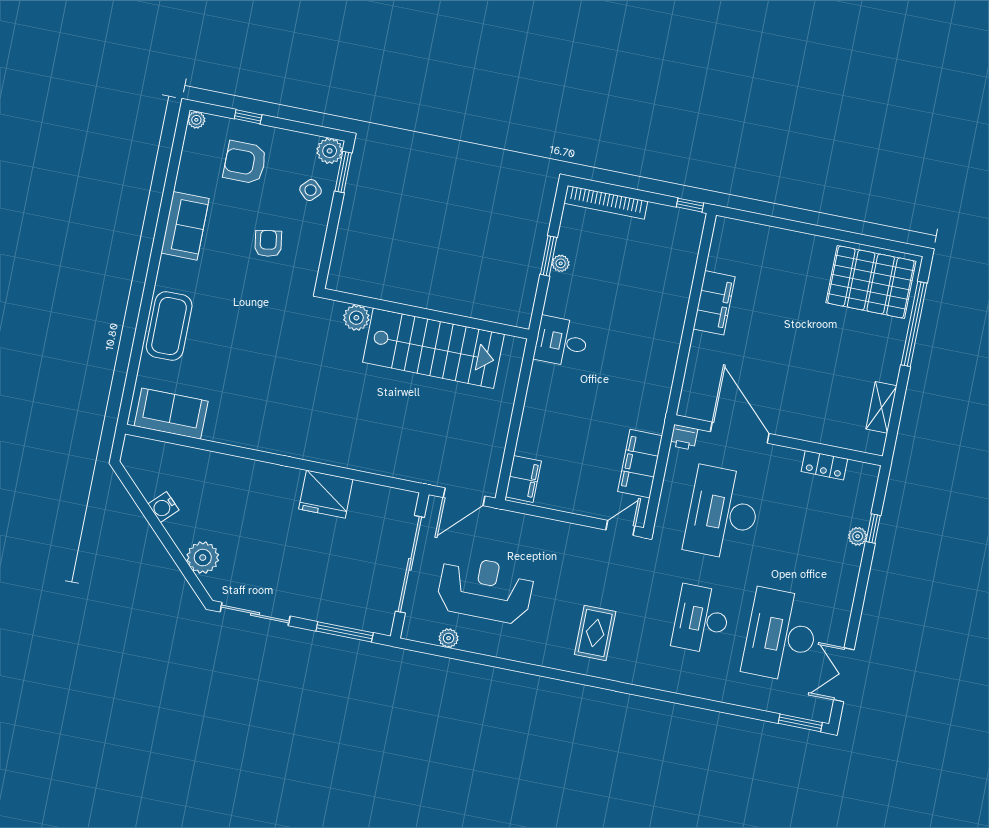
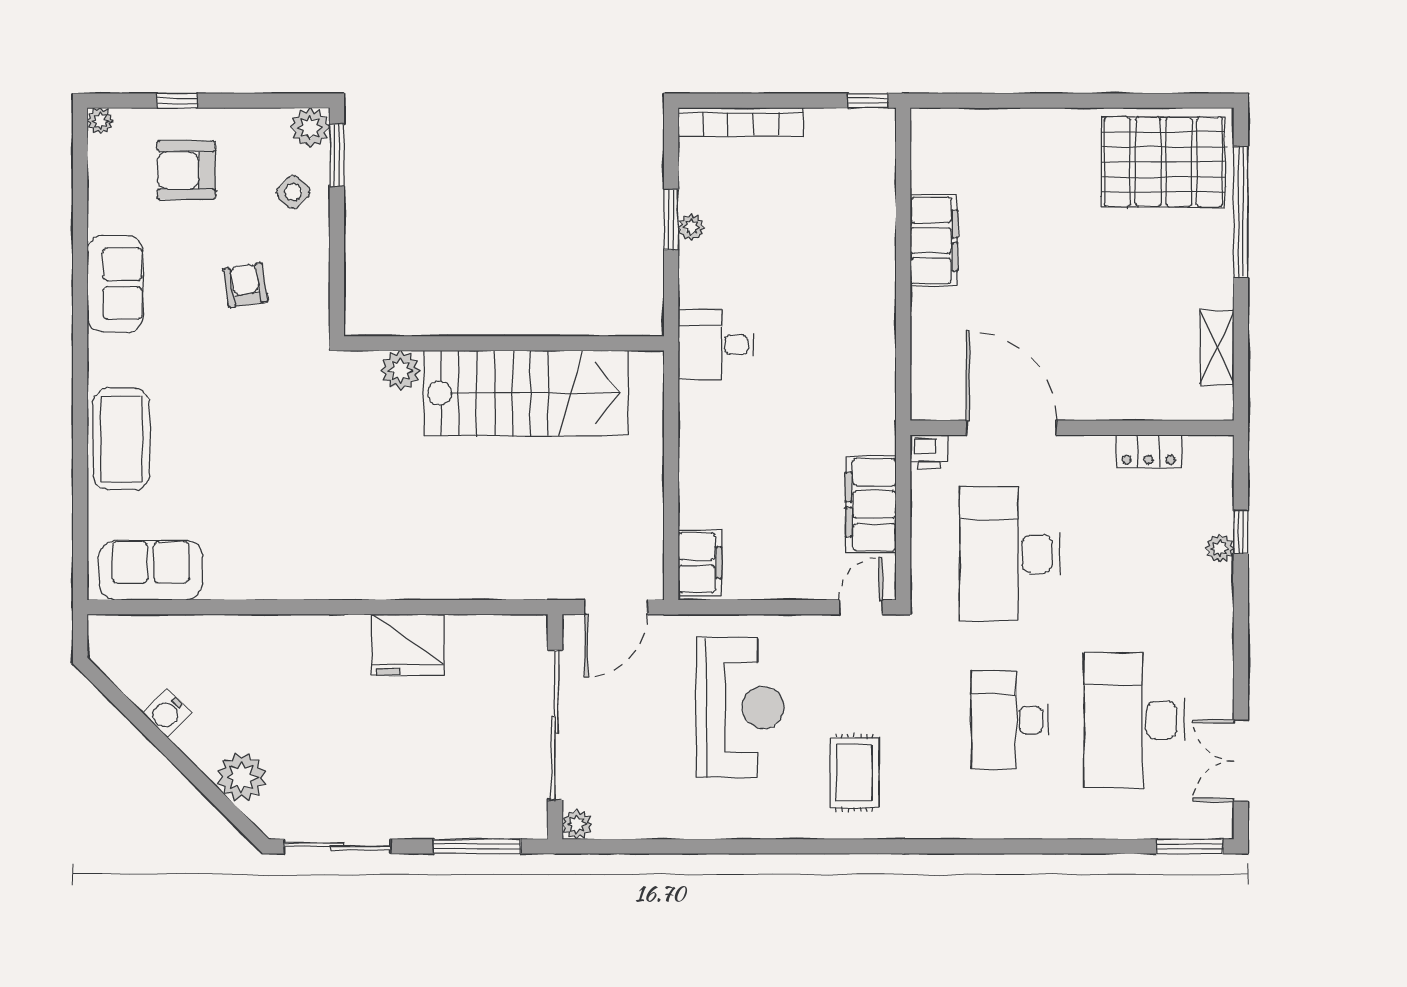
reception desk: (485, 589) -> (740, 707), moved, turned 90
plant: (449, 638) -> (577, 824), moved

